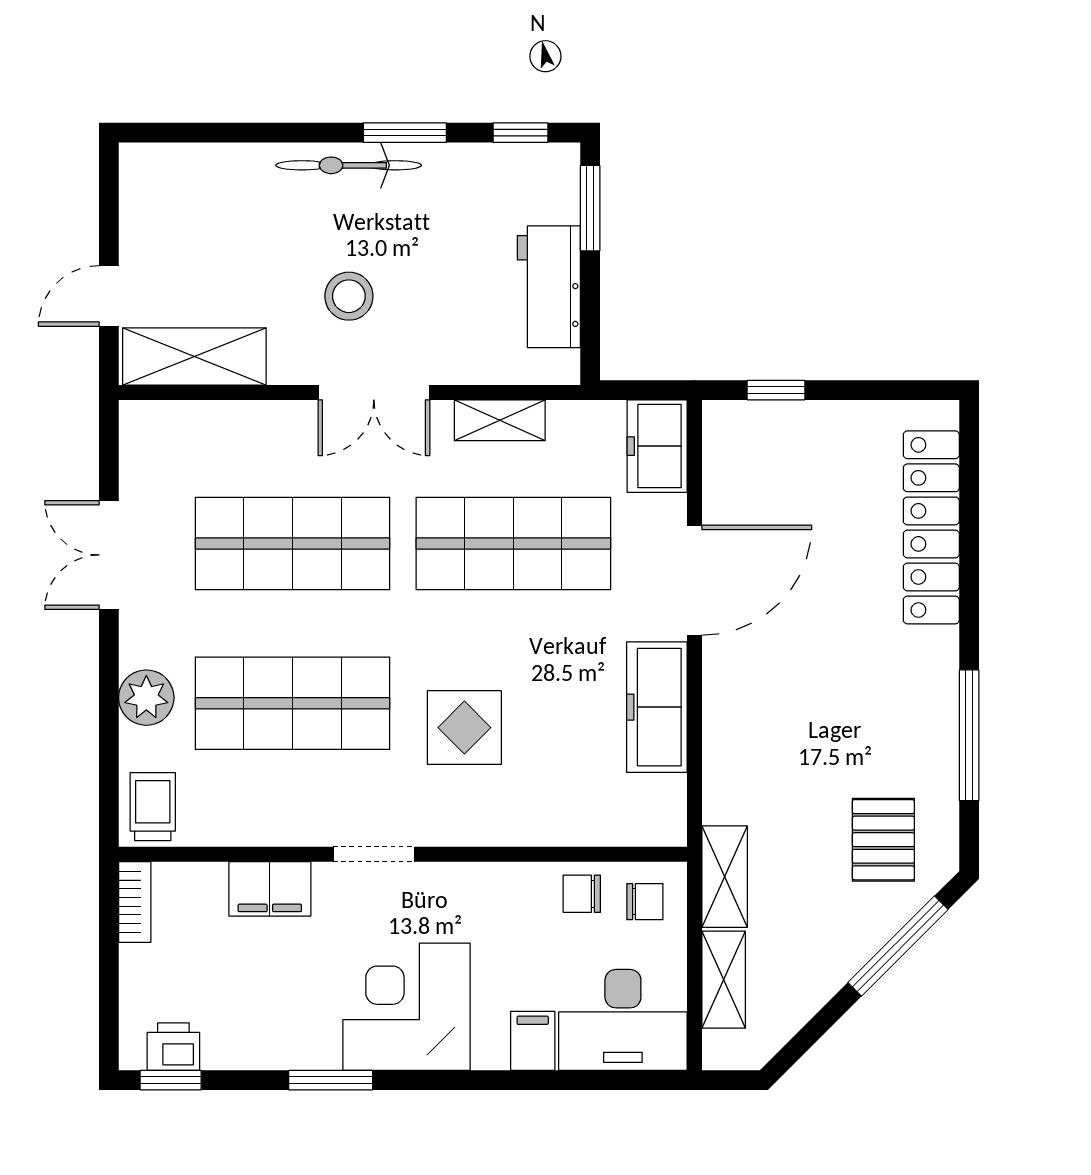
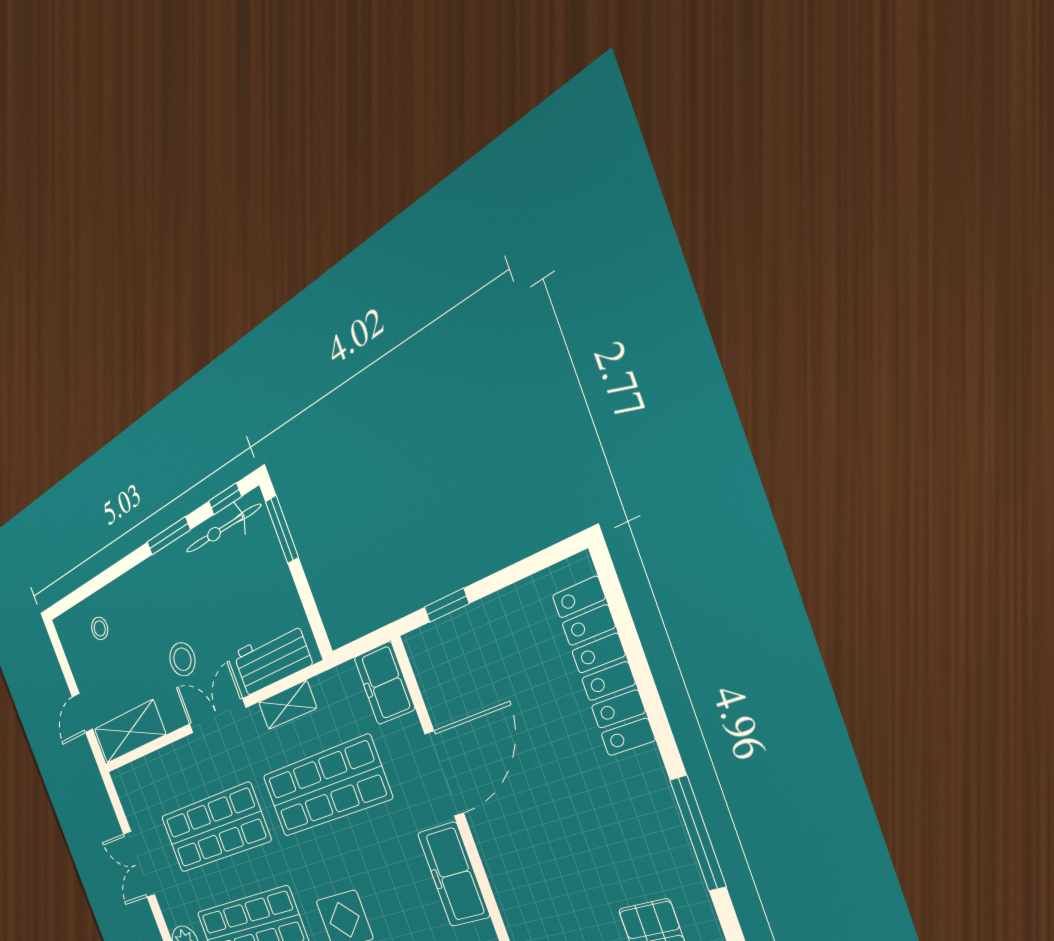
bicycle: (349, 165) -> (223, 529), moved
stool: (212, 194) -> (100, 628), added
workbench: (549, 287) -> (272, 659), moved, turned 90
double door: (374, 393) -> (217, 716), swing flipped

